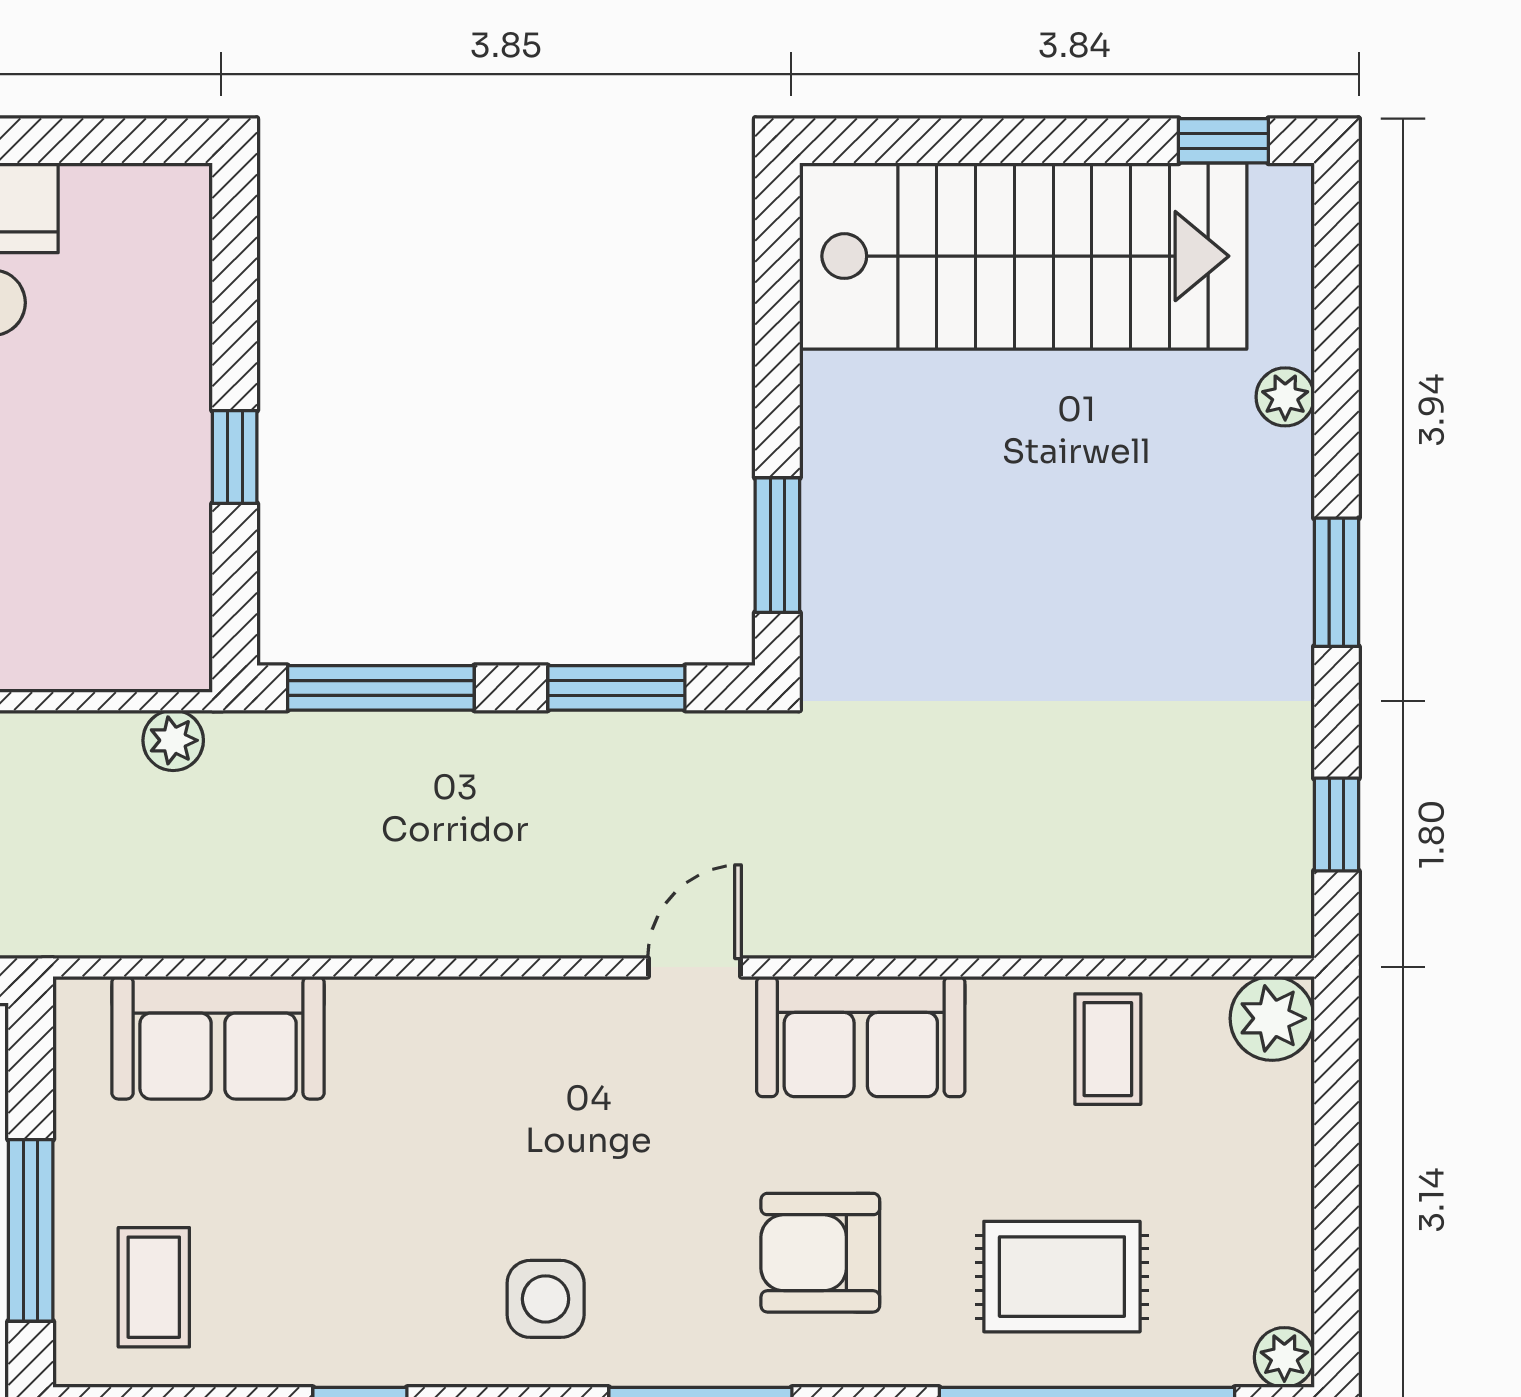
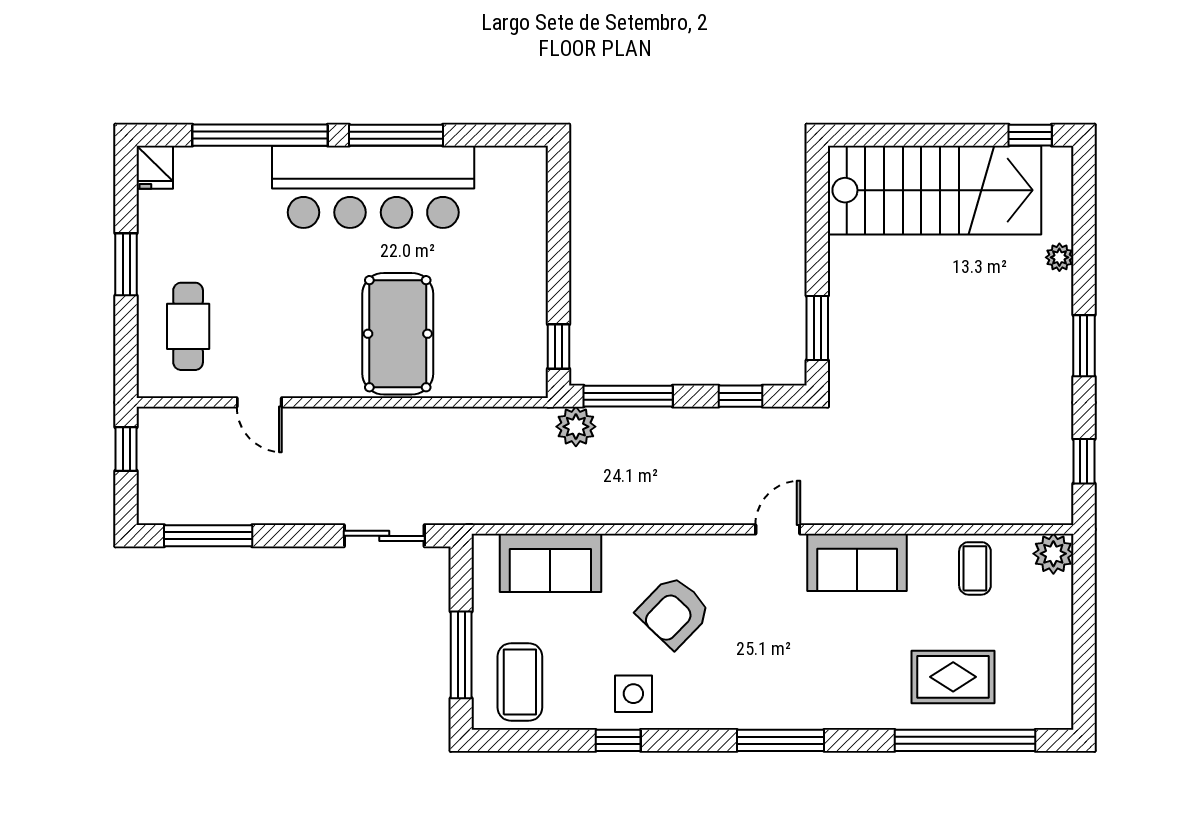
window: (235, 457) -> (558, 347), moved
window: (616, 688) -> (740, 396), width x0.67
plant: (173, 740) -> (576, 427), moved, width x1.38, depth x1.38
armchair: (820, 1253) -> (674, 612), moved, turned -46
coffee table: (154, 1287) -> (520, 682), width x1.36, depth x1.30
side table: (546, 1299) -> (633, 694), moved
plant: (1284, 1357) -> (1059, 715), removed

